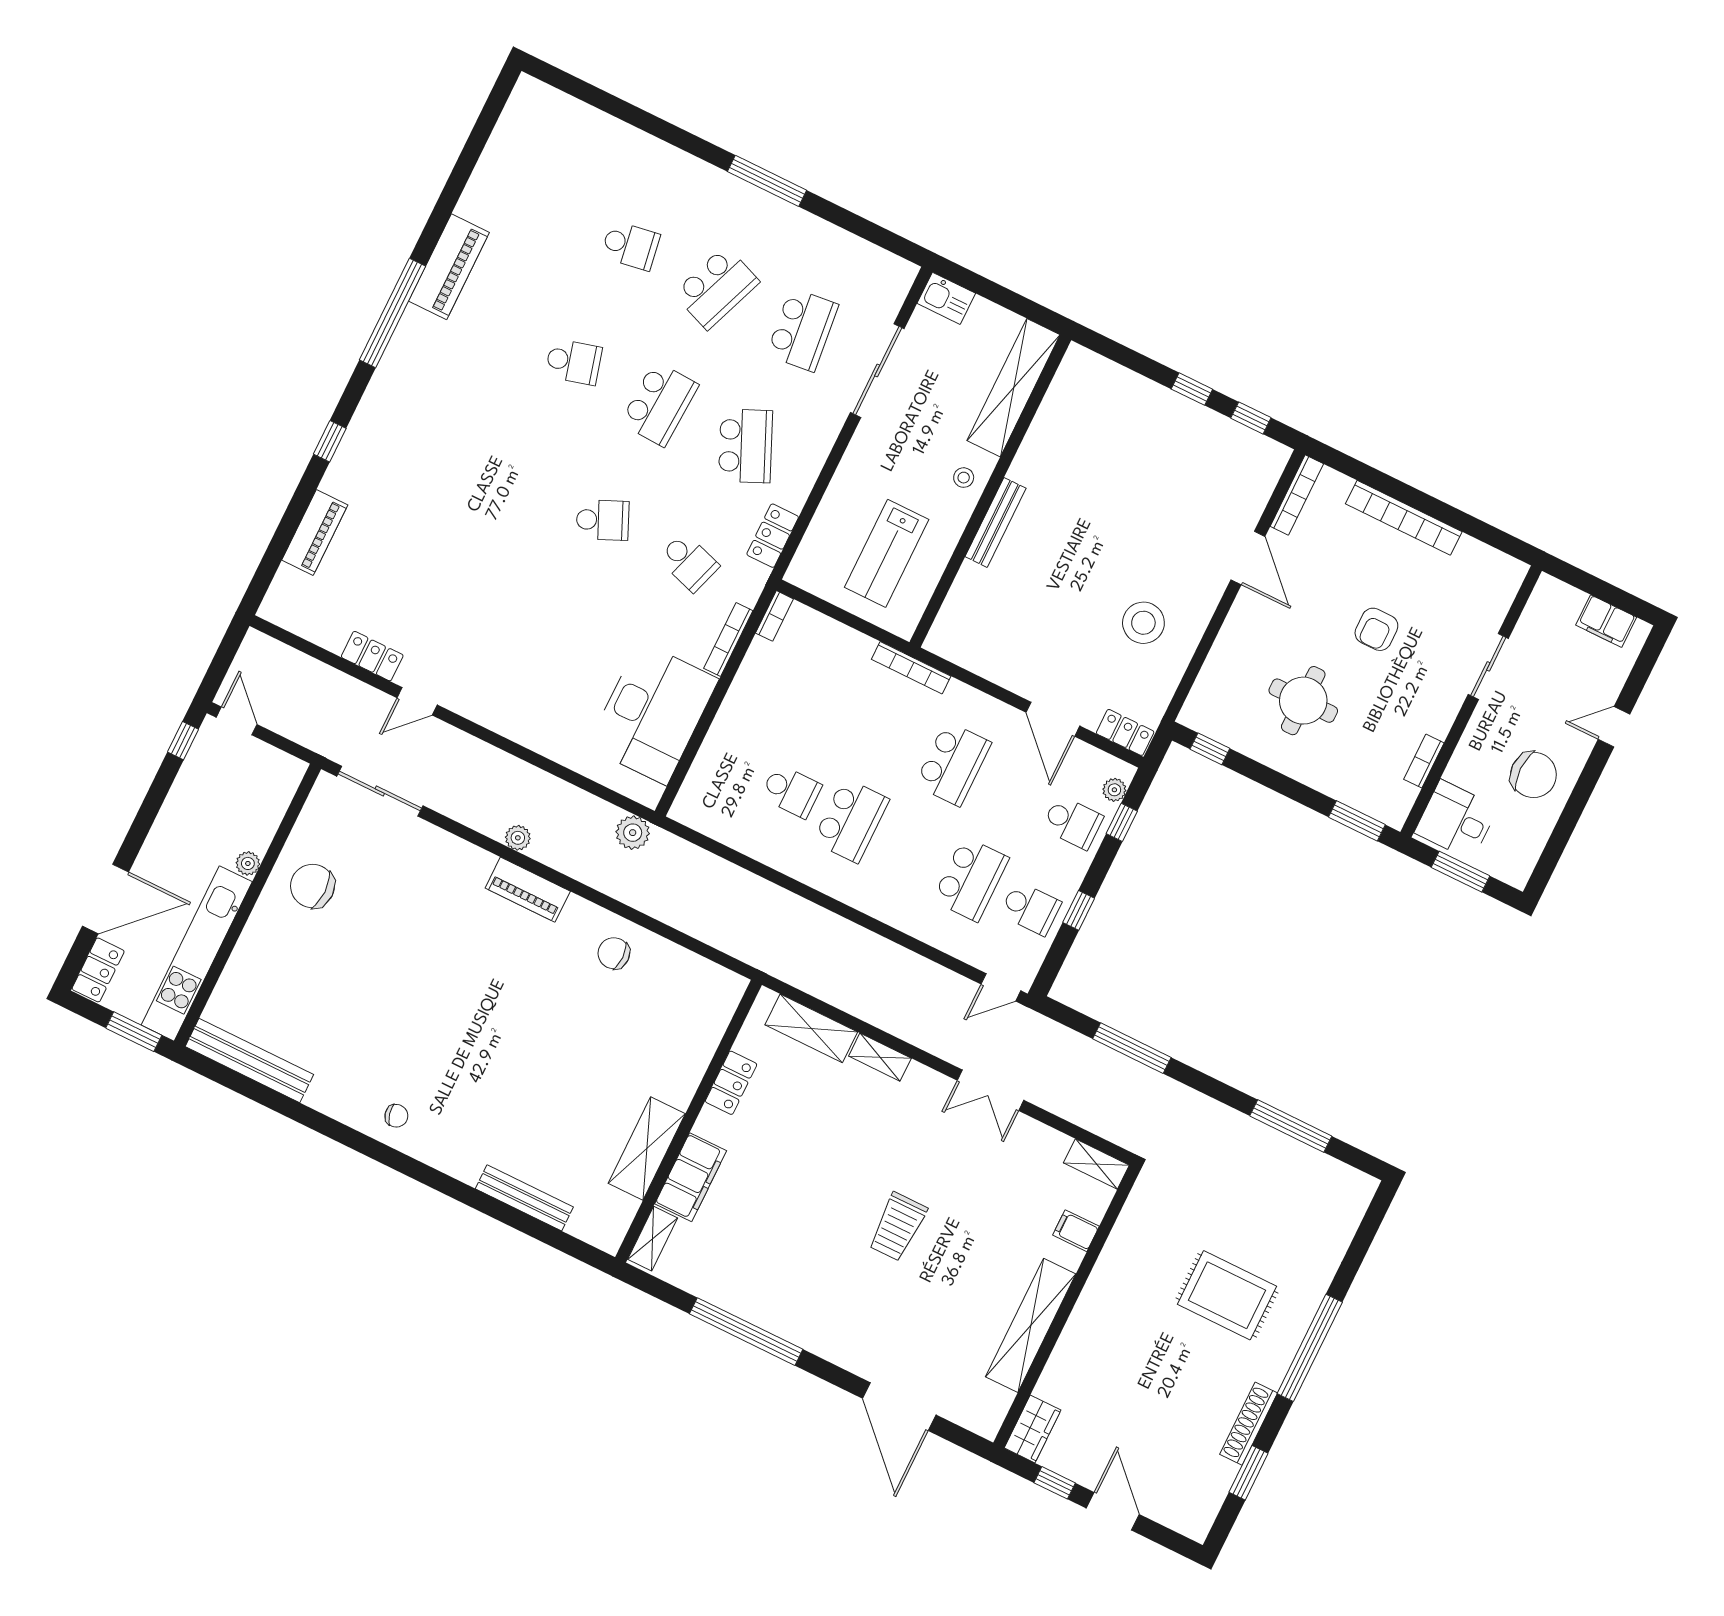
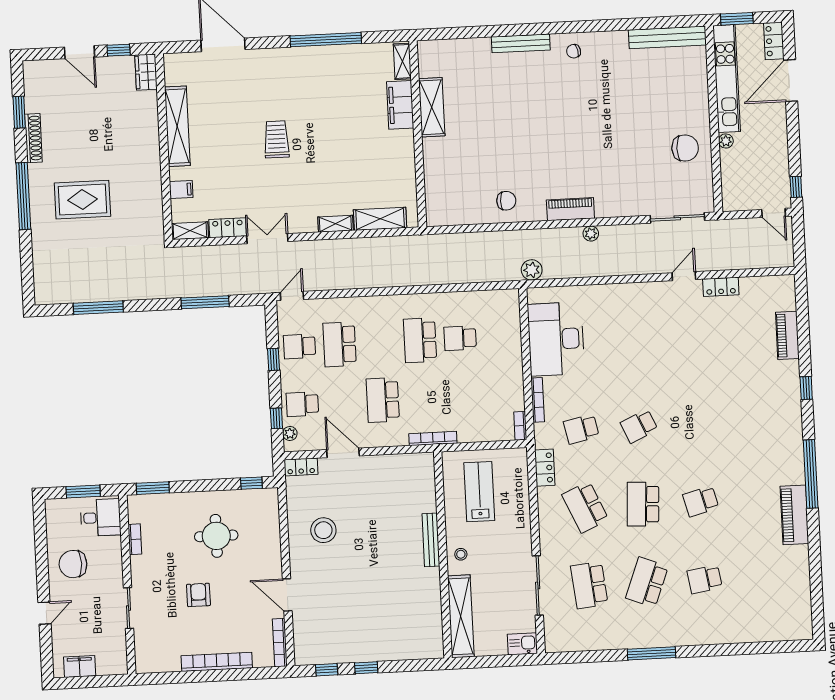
school desk: (689, 562) -> (581, 429), turned -30
locker: (731, 1083) -> (228, 228), moved, turned 90
bench: (524, 1198) -> (521, 43), moved

